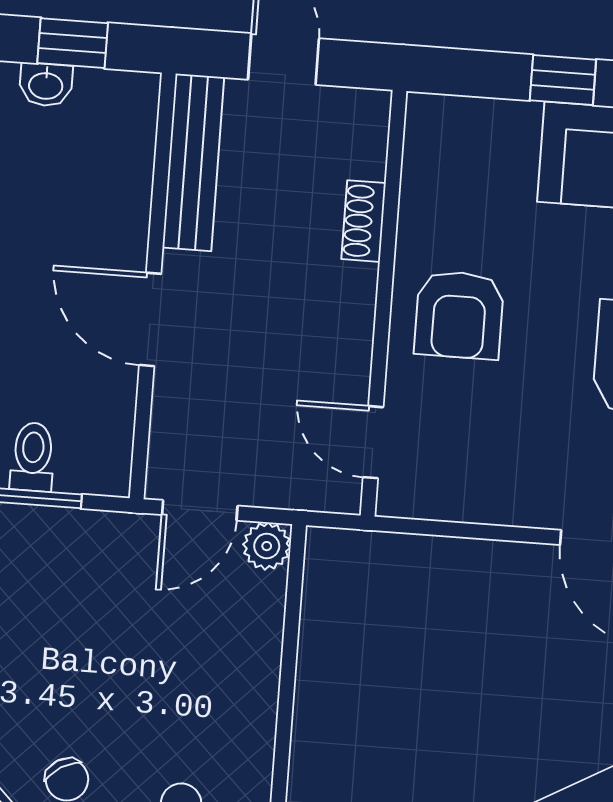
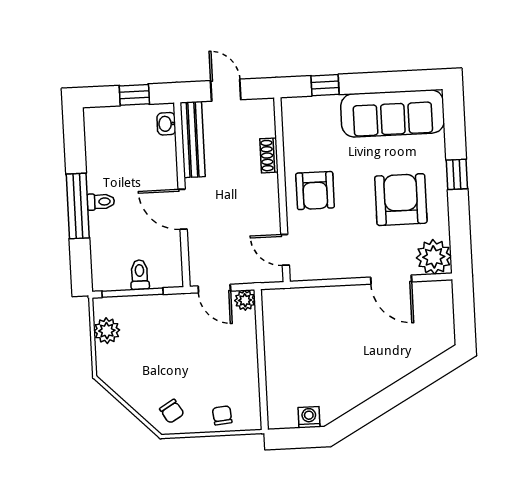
window: (563, 80) -> (325, 85), moved
washbasin: (46, 85) -> (166, 124), moved, turned 90
door: (200, 510) -> (214, 289), hinge flipped

